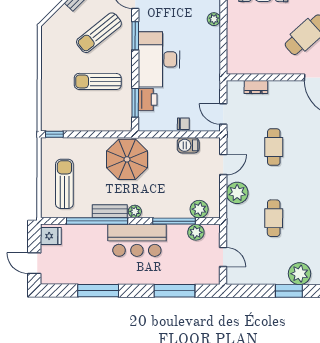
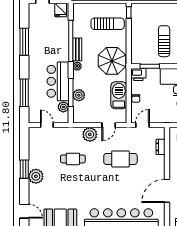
printer: (148, 100) -> (138, 75), moved
barbecue: (188, 145) -> (119, 95), width x1.88, depth x1.53
cafe table: (274, 147) -> (120, 159), width x1.37, depth x1.35
door: (223, 165) -> (109, 125), hinge flipped
sun lounger: (64, 184) -> (108, 24), moved
plant: (199, 209) -> (79, 95), moved
bar counter: (137, 240) -> (58, 81), moved
door: (223, 257) -> (47, 125), swing flipped

